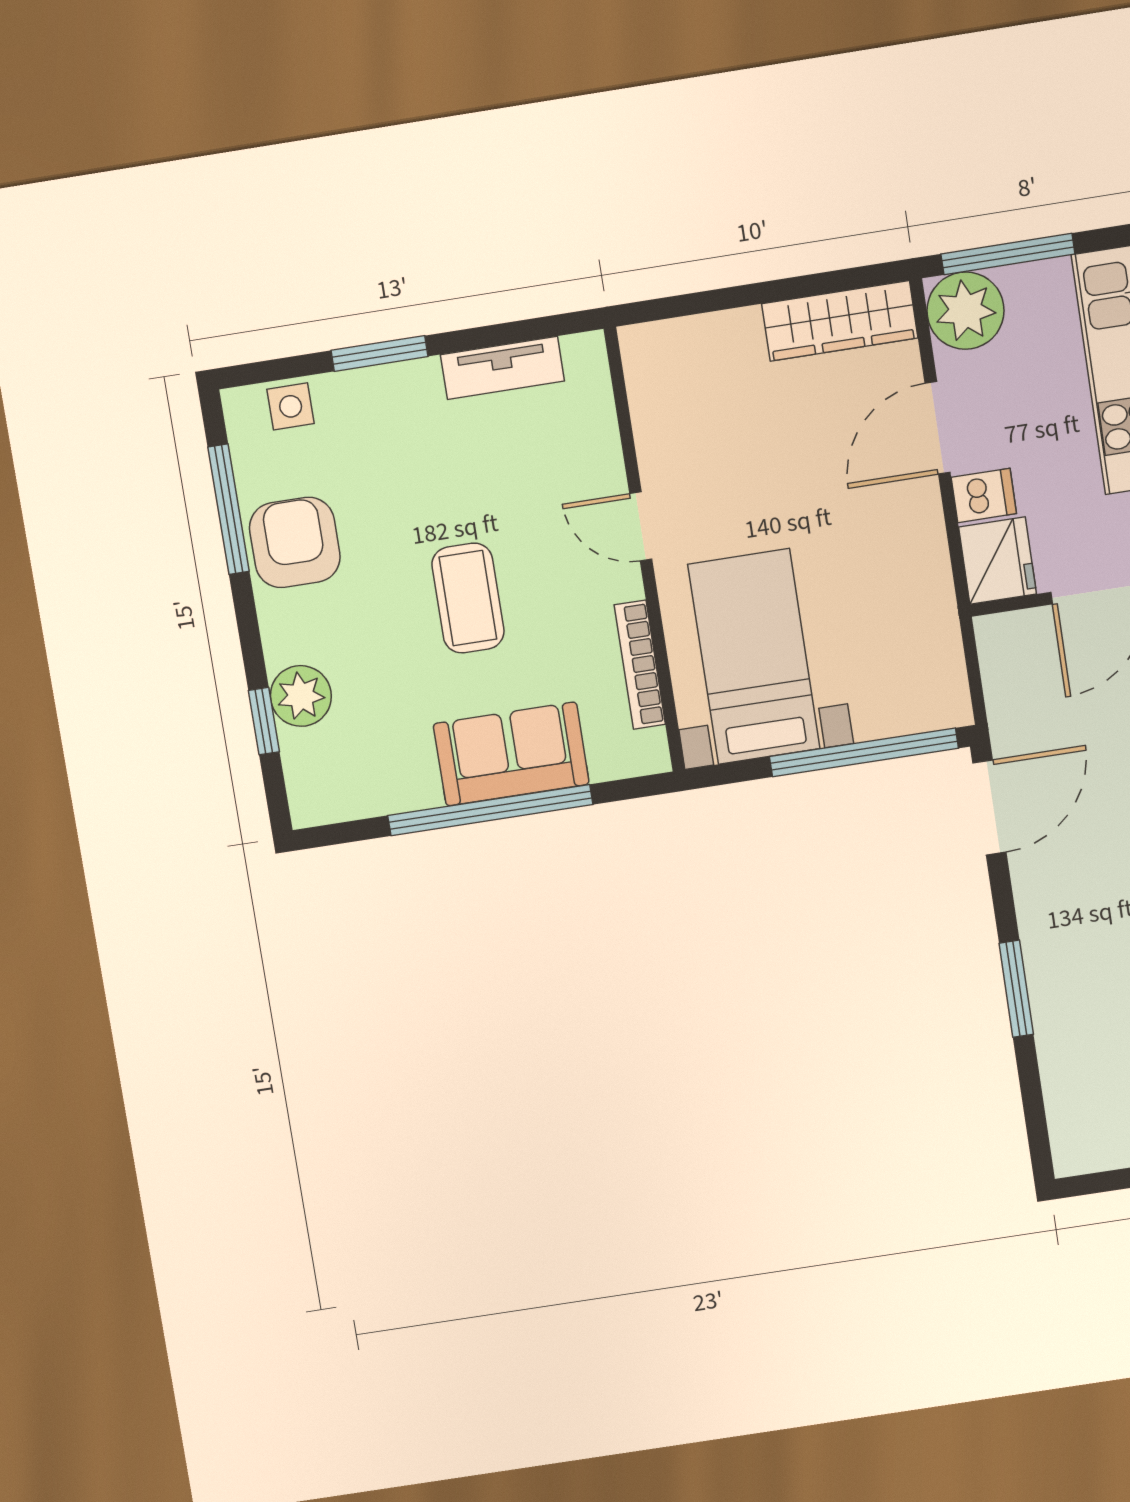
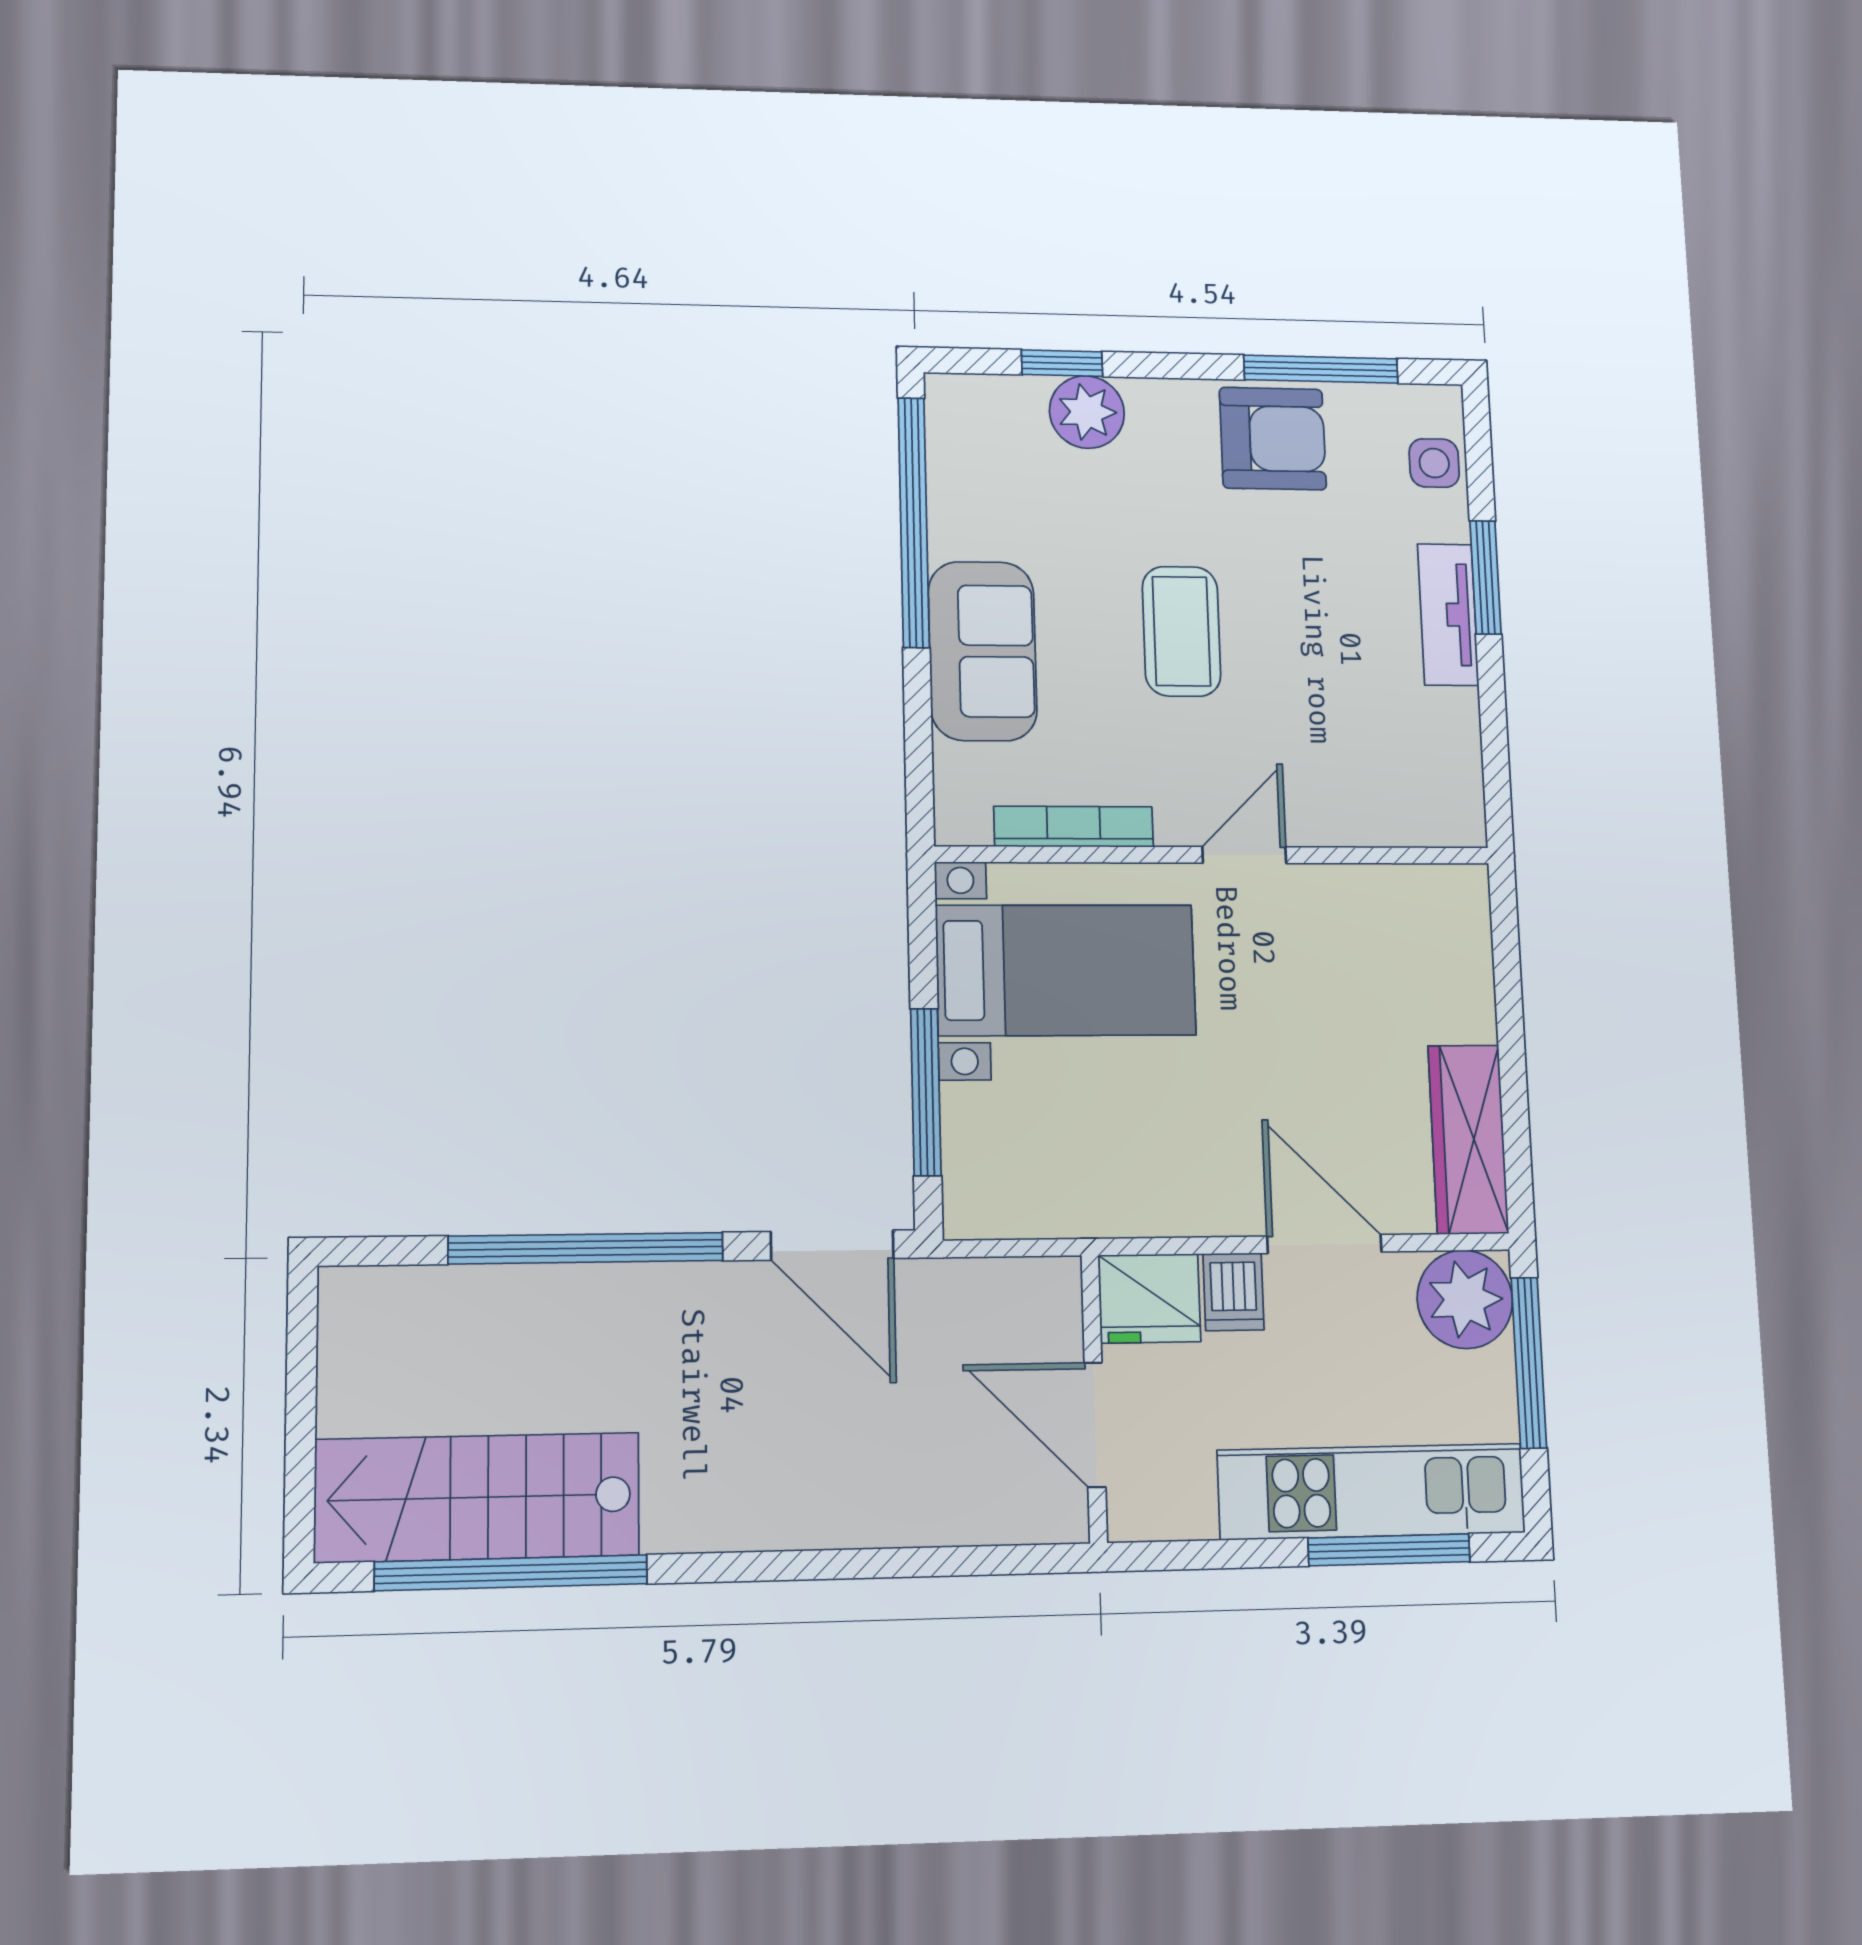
tv unit: (502, 368) -> (1448, 615), moved
coffee table: (468, 598) -> (1181, 631), turned 90
window: (864, 752) -> (926, 1092), width x0.68
window: (490, 810) -> (914, 522), moved
window: (1016, 989) -> (586, 1248), width x2.11

